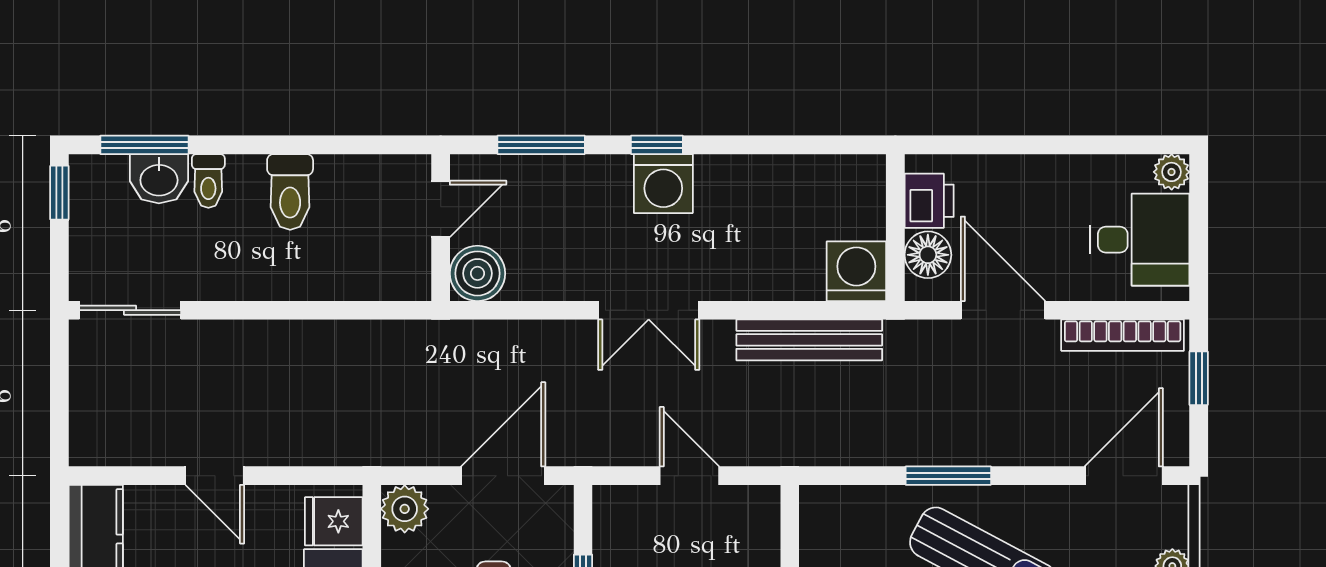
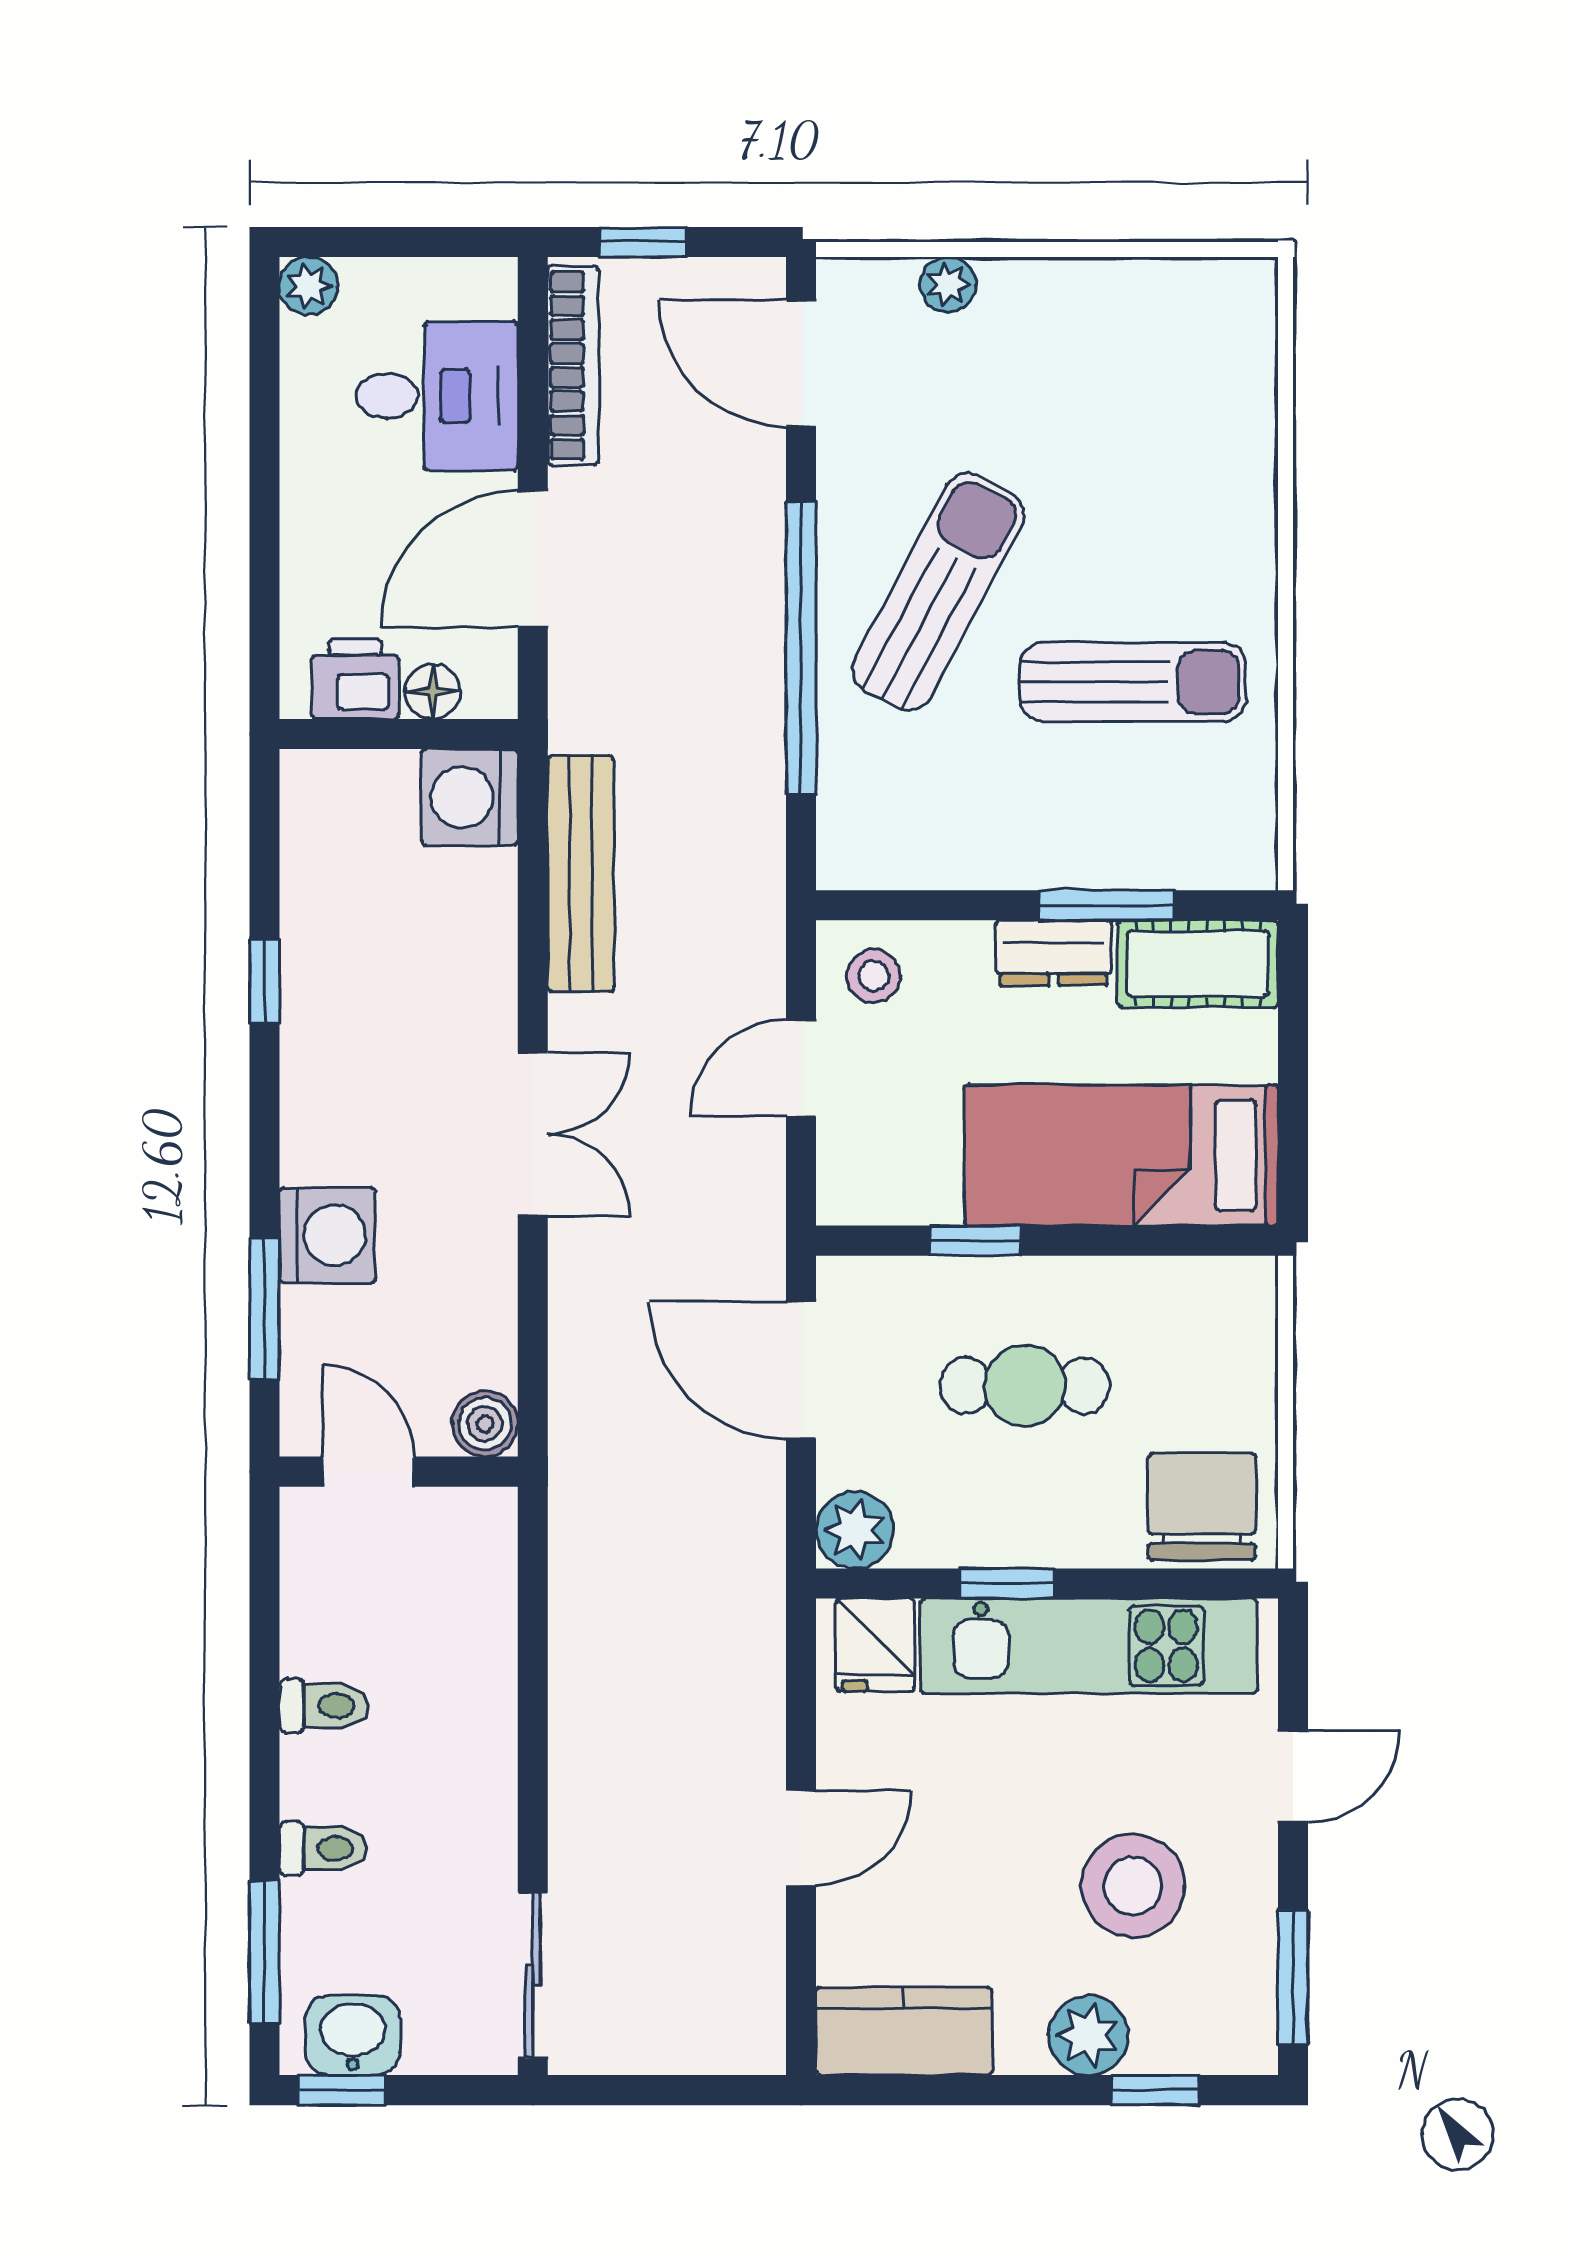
window: (657, 145) -> (265, 981), moved
washbasin: (159, 179) -> (353, 2035), moved, turned -90
washing machine: (663, 184) -> (327, 1235), moved
toilet: (290, 192) -> (324, 1706), width x0.73, depth x0.72
desk: (1140, 240) -> (437, 396), moved, turned 90
floor lamp: (928, 255) -> (433, 691), width x0.73, depth x0.73
boiler: (477, 273) -> (485, 1424), width x0.73, depth x0.73
window: (948, 476) -> (801, 648), width x2.11
stool: (746, 520) -> (873, 976), added

